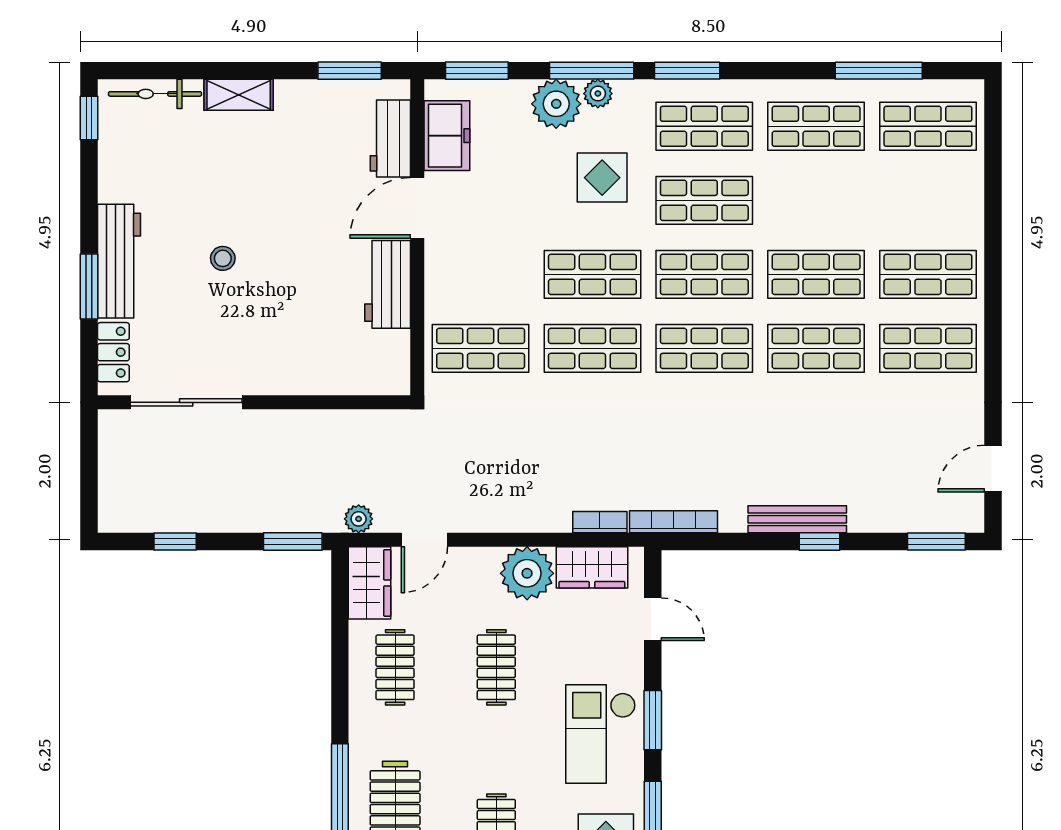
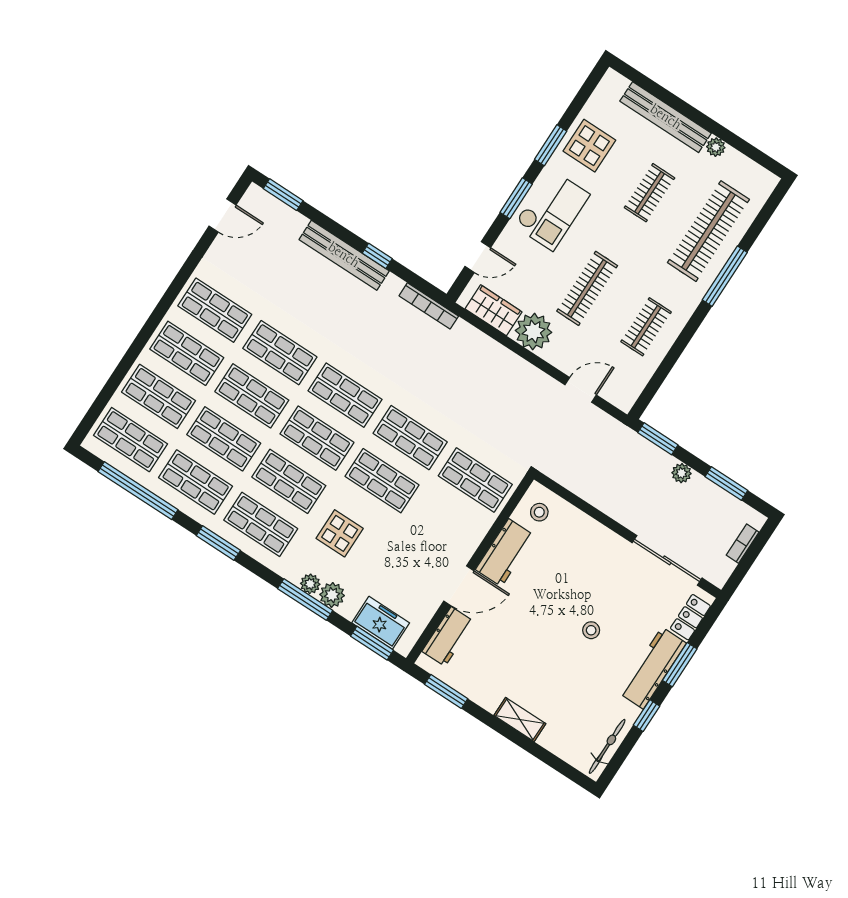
window: (687, 71) -> (218, 543), moved
window: (879, 71) -> (138, 491), width x1.46
bicycle: (155, 94) -> (607, 746), moved, turned -90
plant: (556, 104) -> (332, 595), width x0.73, depth x0.73
window: (89, 118) -> (647, 716), moved
freezer: (447, 136) -> (381, 623), moved, turned 90
shop shelf: (816, 200) -> (224, 439), added
shop shelf: (928, 200) -> (159, 396), added
stool: (378, 360) -> (539, 512), added
plant: (359, 519) -> (682, 473), moved
bench: (797, 519) -> (344, 255), width x1.37, depth x1.21
bookcase: (600, 522) -> (743, 544), moved, turned 90
window: (175, 542) -> (726, 484), width x1.50
window: (819, 542) -> (377, 256), moved
wardrobe: (369, 583) -> (629, 386), removed
door: (653, 619) -> (478, 257), swing flipped
clothes rail: (496, 667) -> (587, 288), width x1.36

